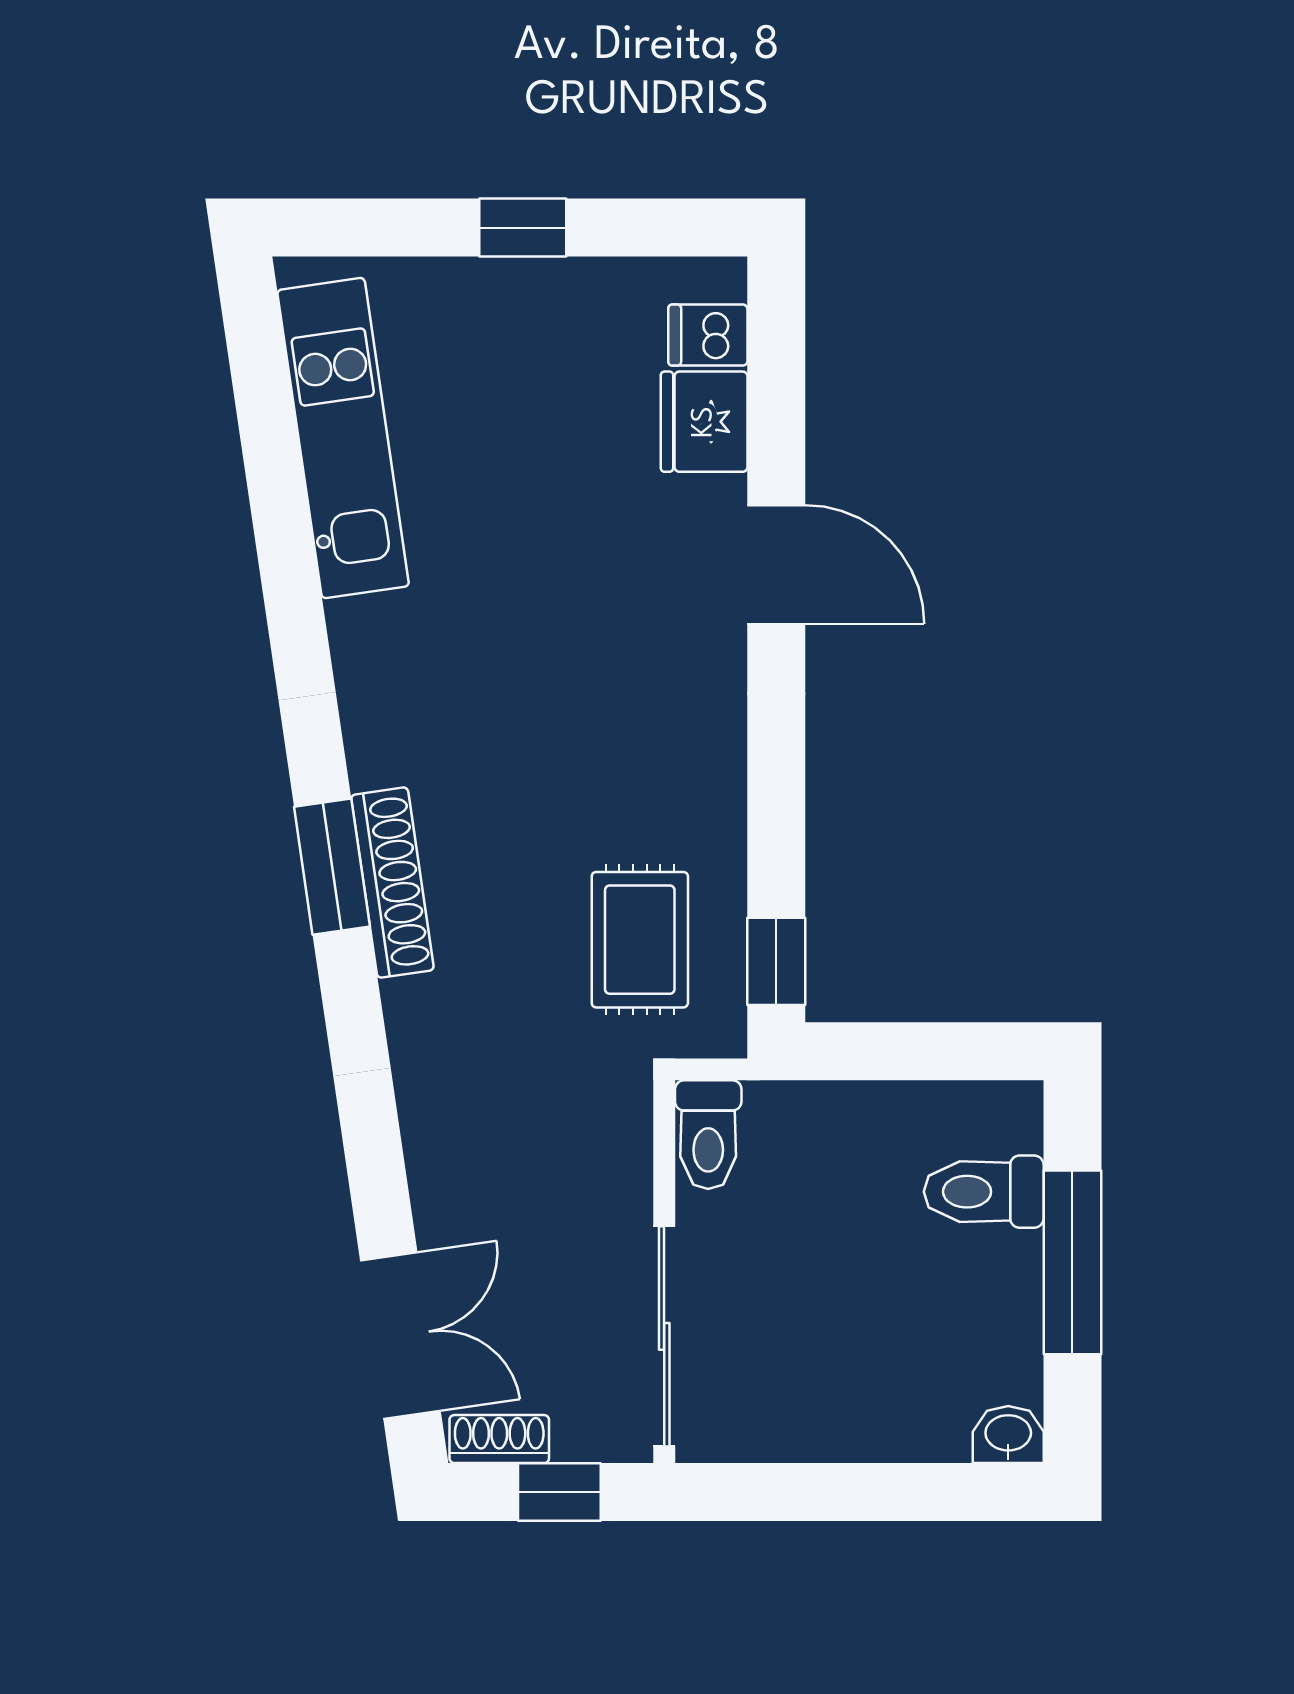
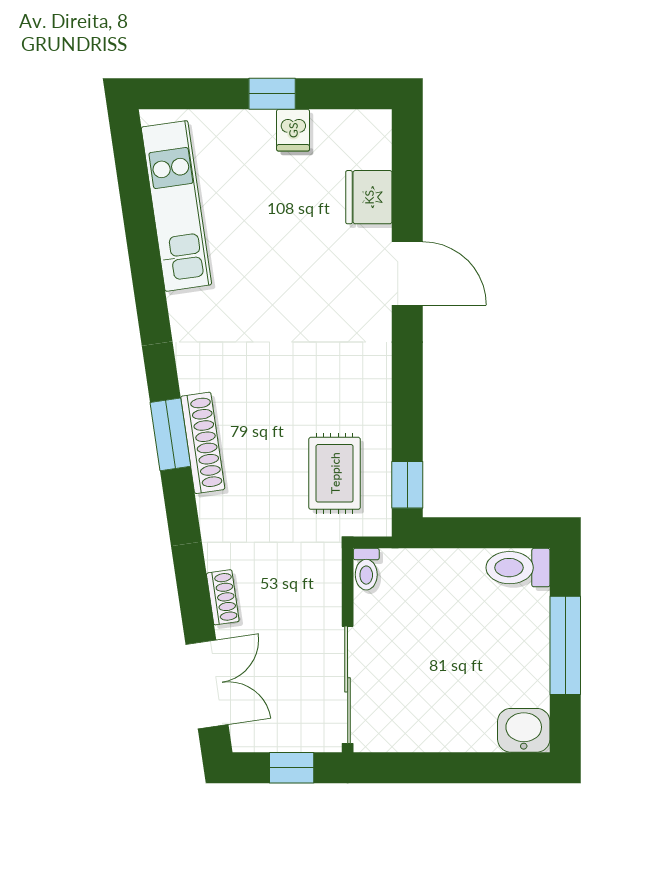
dishwasher: (708, 335) -> (293, 130), moved, turned -90
toilet: (708, 1135) -> (366, 569), width x0.73, depth x0.72
toilet: (984, 1192) -> (518, 568), moved
washbasin: (1008, 1435) -> (524, 730), width x1.38, depth x1.45
shoe rack: (499, 1439) -> (223, 597), moved, turned 82

